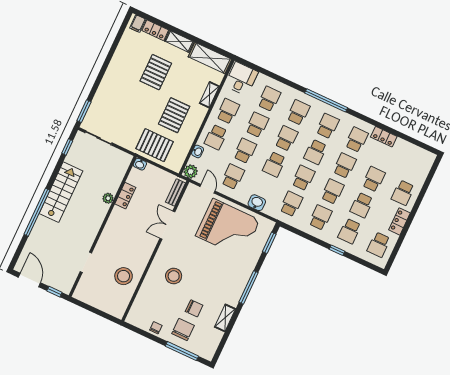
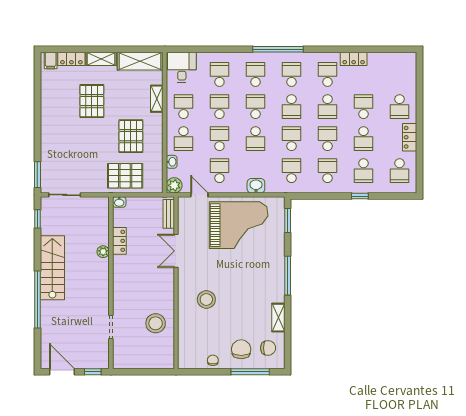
school desk: (345, 166) -> (327, 107), turned 180
chair: (194, 308) -> (268, 348), moved

